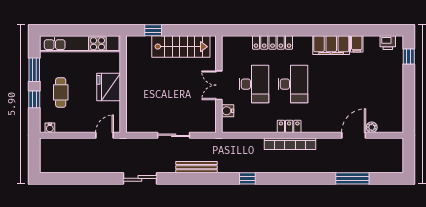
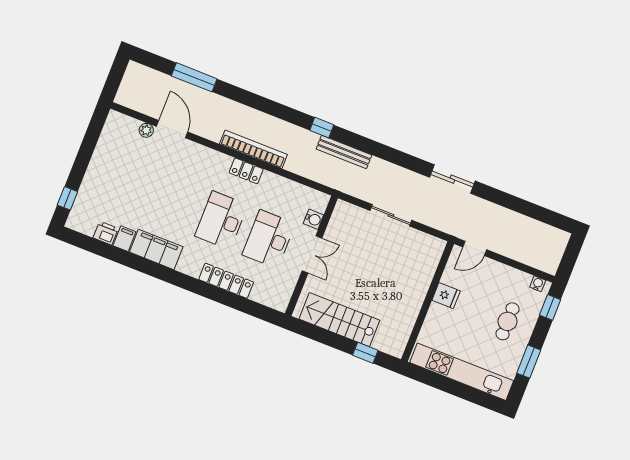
printer: (388, 43) -> (106, 233), moved
fridge: (109, 87) -> (446, 296), width x0.53, depth x0.75
window: (34, 99) -> (550, 307), moved
door: (354, 135) -> (172, 129), swing flipped
bench: (196, 167) -> (344, 152), moved

